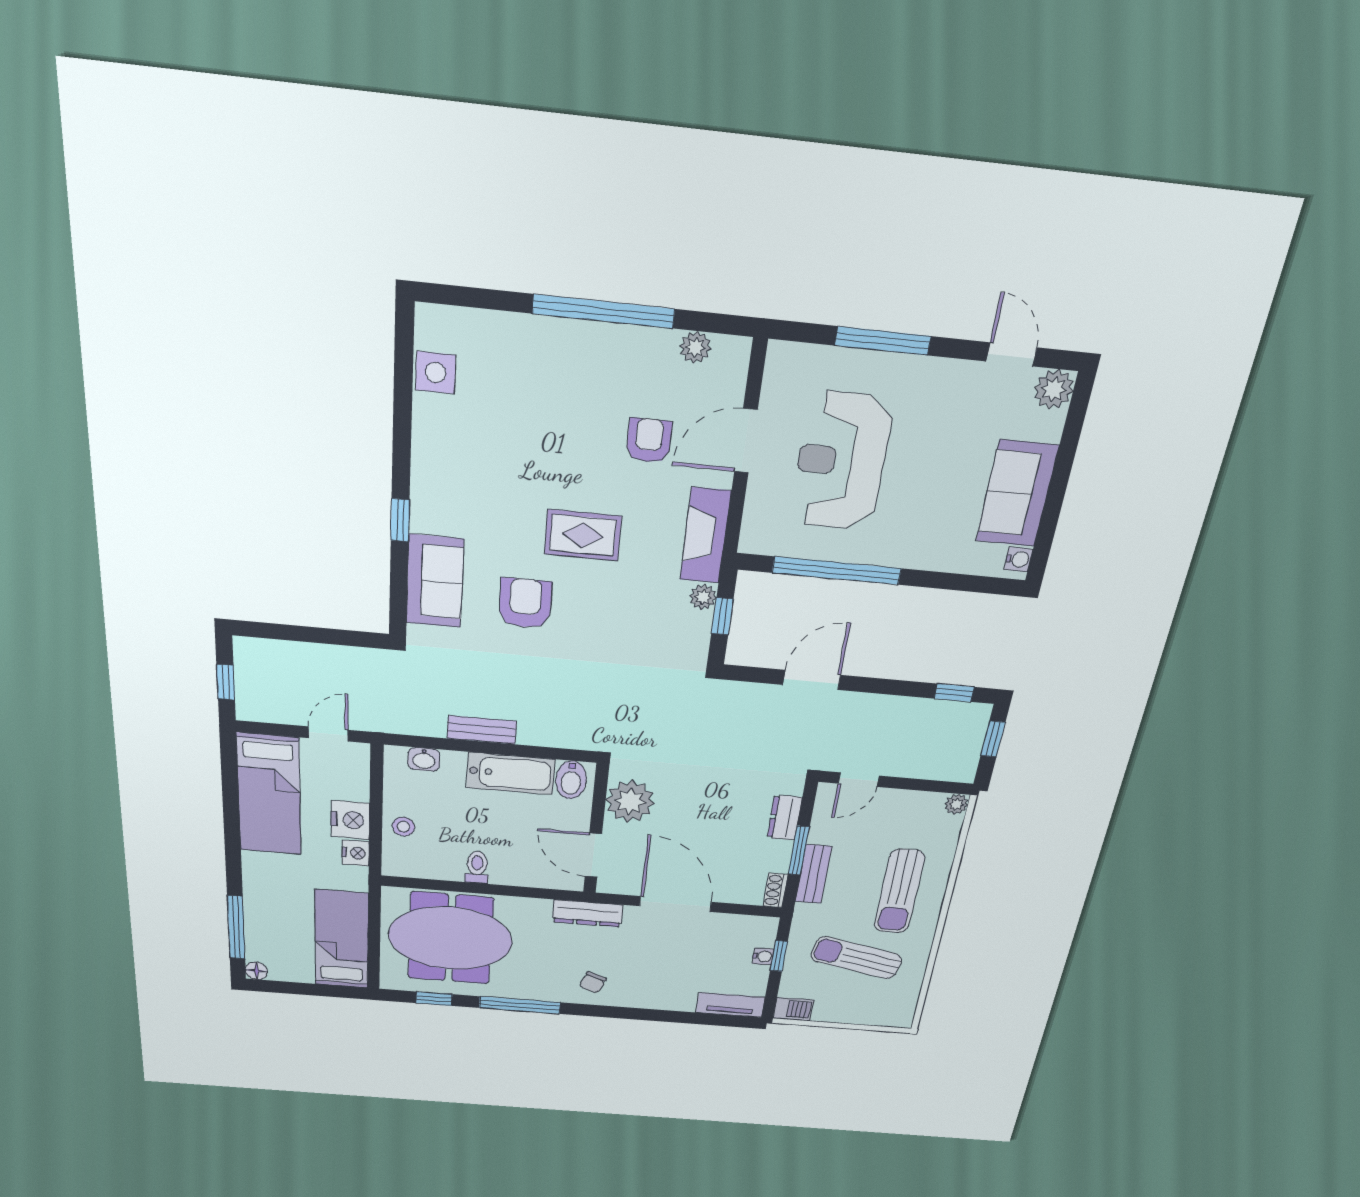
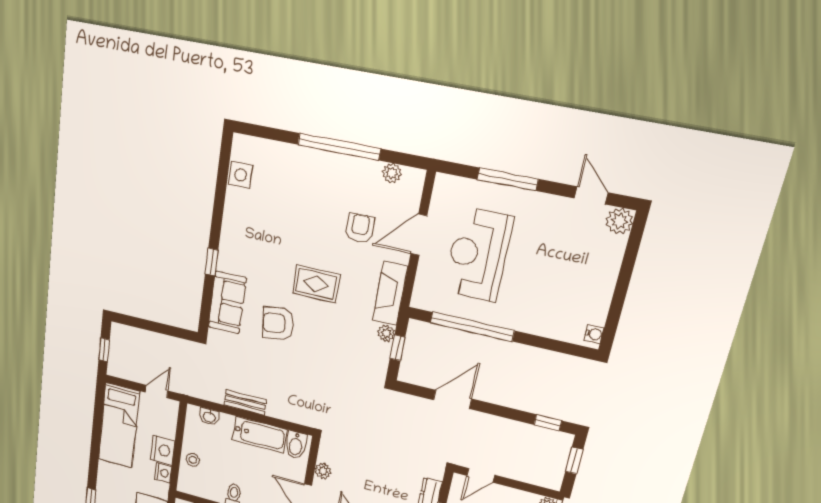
sofa: (1017, 494) -> (594, 289), removed
armchair: (525, 603) -> (278, 323), turned -98
plant: (630, 801) -> (323, 471), width x0.53, depth x0.53

